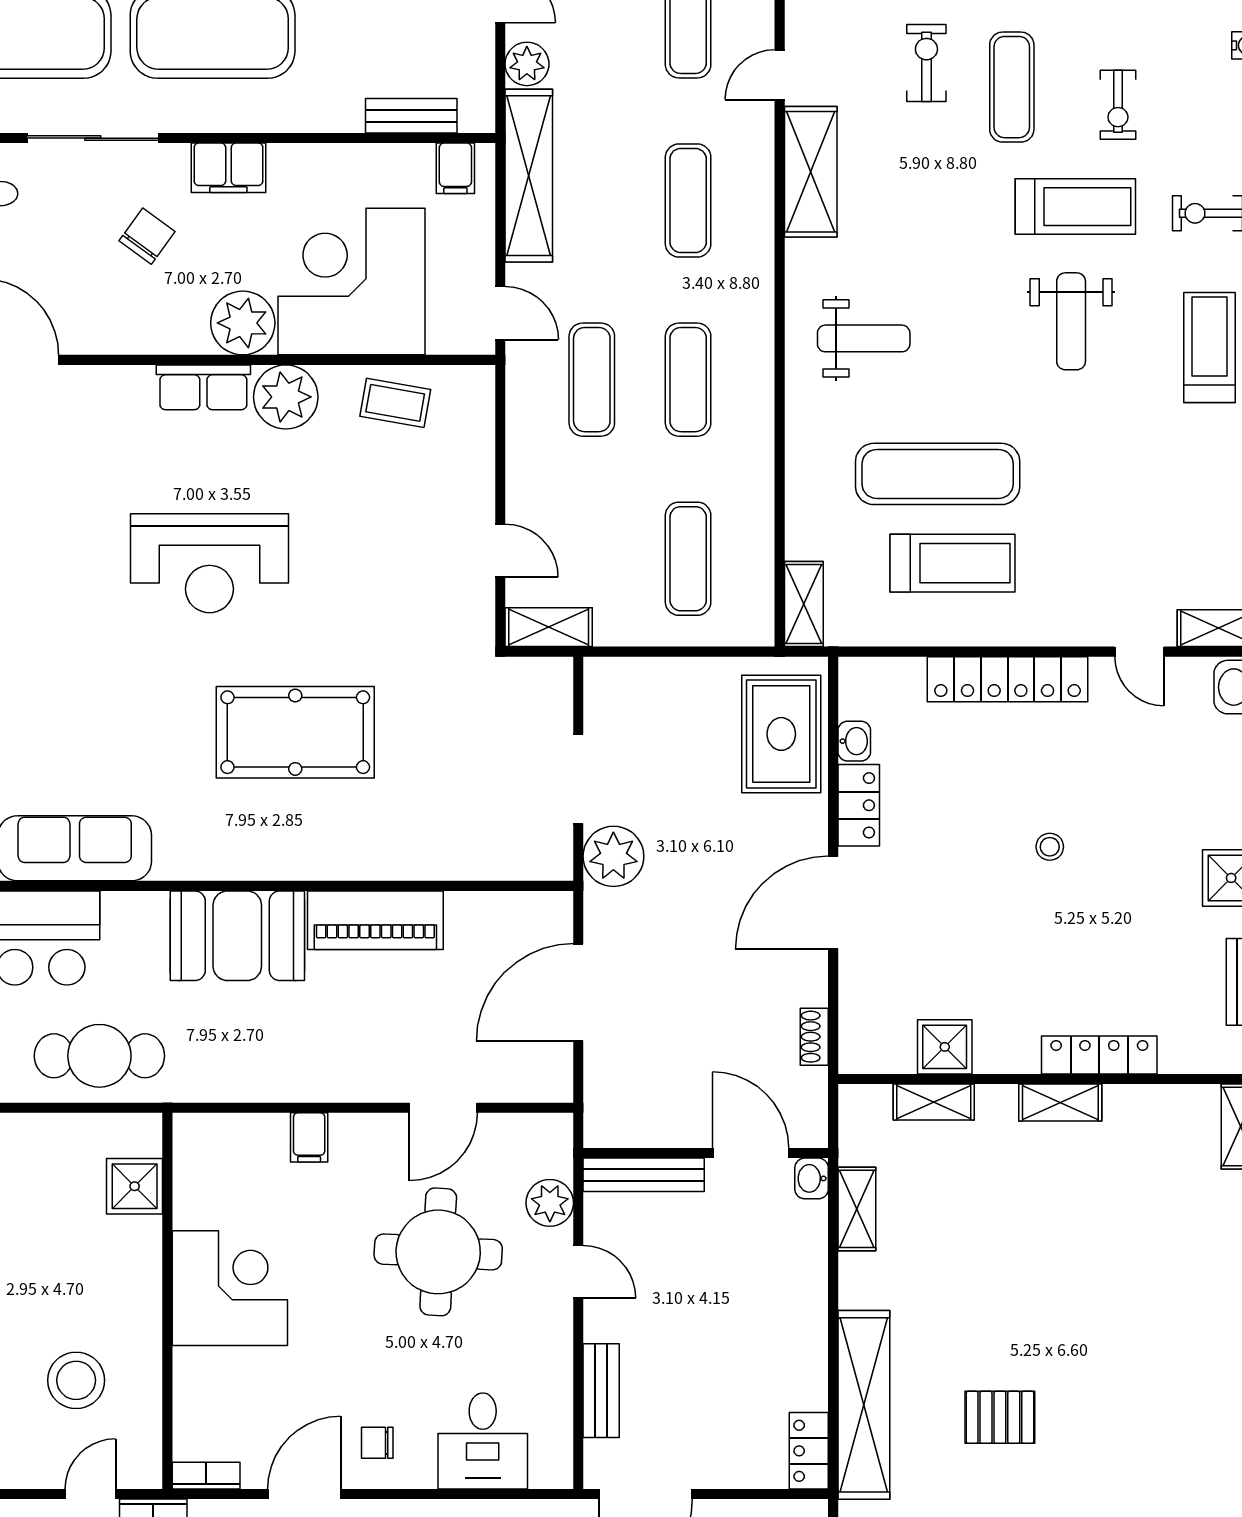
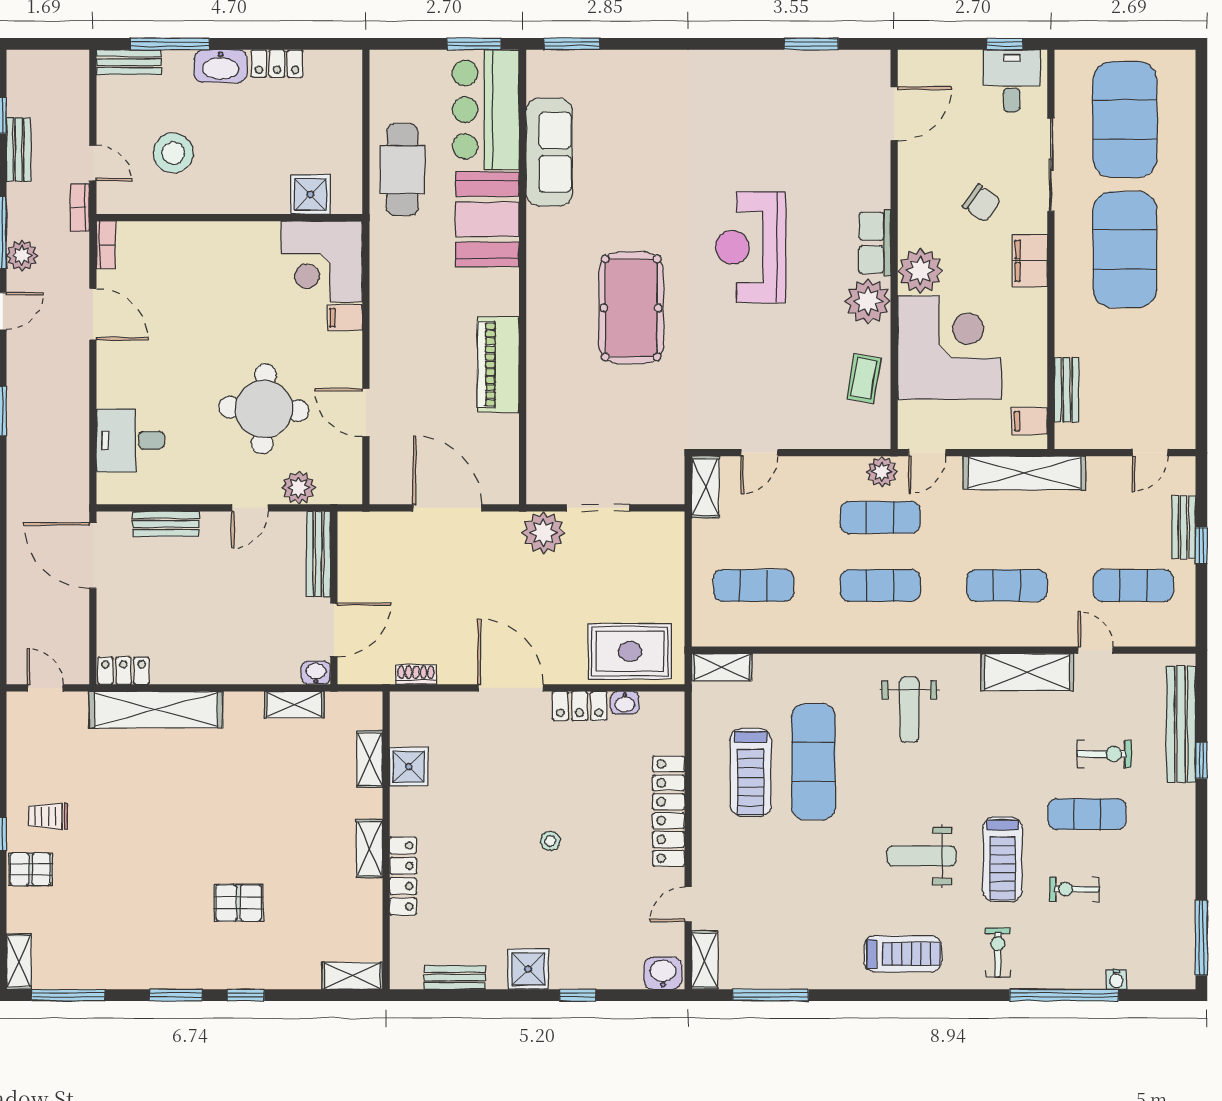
plant: (527, 64) -> (882, 472), moved
booth: (237, 936) -> (487, 219), moved
corner desk: (230, 1288) -> (322, 262), moved, turned 90
pallet: (1000, 1417) -> (239, 903), moved, turned 90
chair: (377, 1443) -> (129, 366), removed

